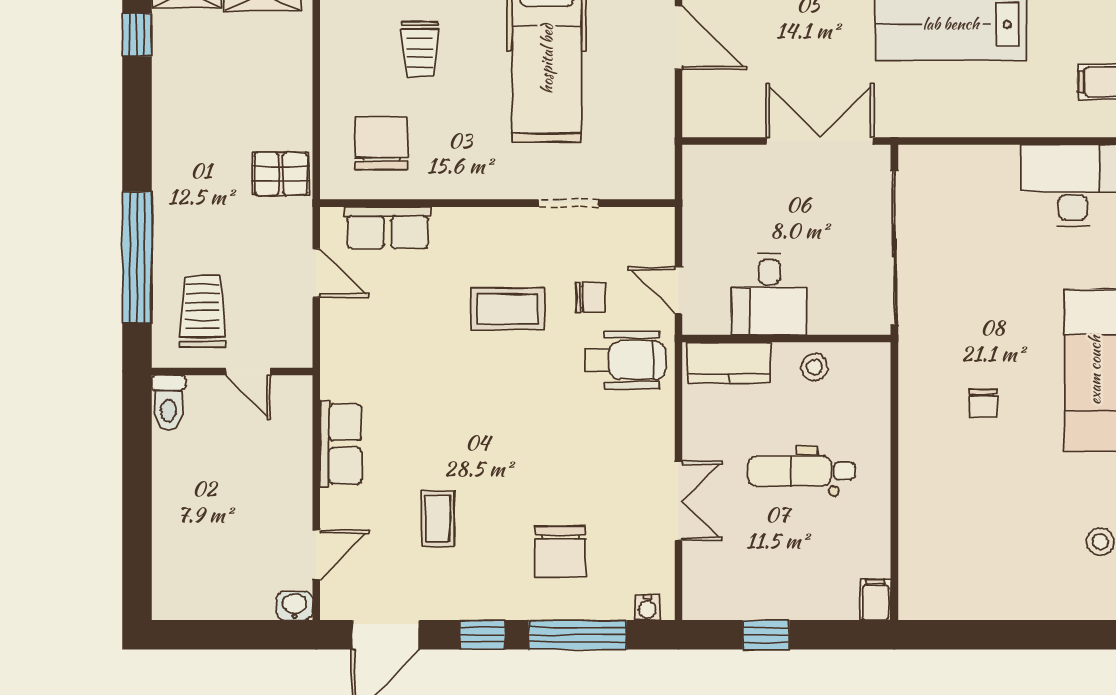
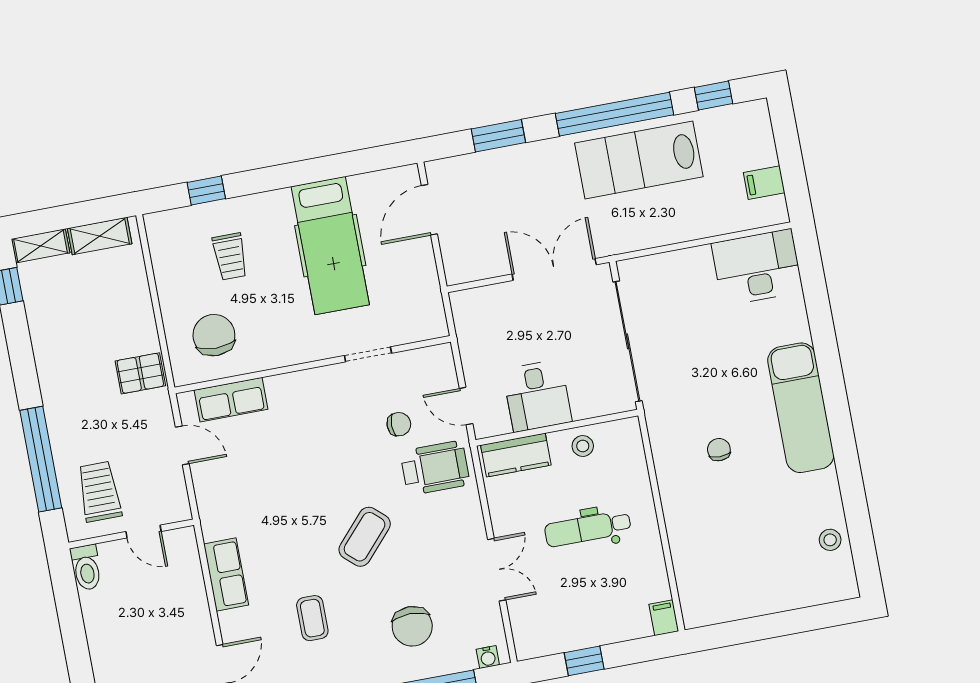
door: (679, 38) -> (429, 210), swing flipped
coffee table: (507, 309) -> (365, 537), moved, turned -48
chair: (983, 403) -> (719, 450), turned 180

